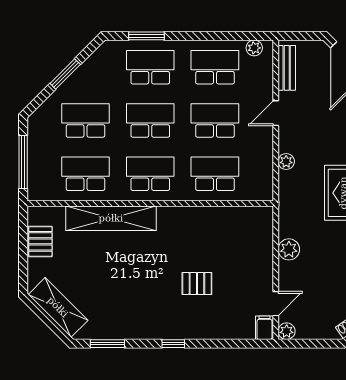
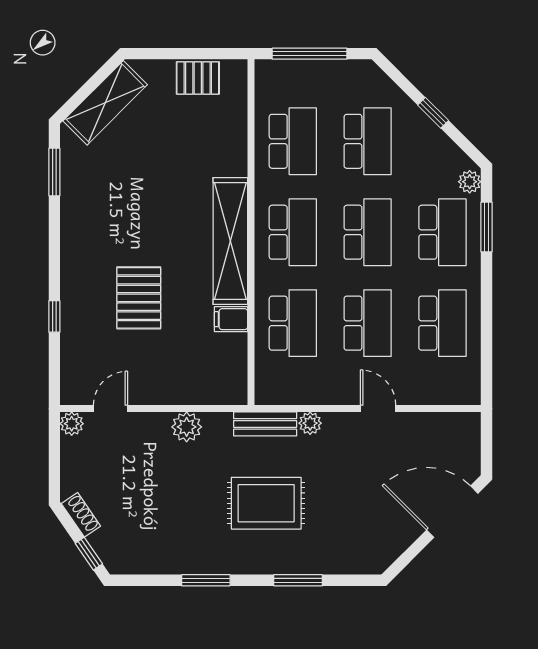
plant: (254, 48) -> (470, 182), moved
bench: (287, 68) -> (265, 424), moved
window: (65, 74) -> (433, 113), width x0.67
shelving: (111, 218) -> (230, 241), moved
pallet: (197, 283) -> (139, 298), width x1.50, depth x1.42
door: (276, 304) -> (110, 409), swing flipped
filing cabinet: (265, 328) -> (231, 319), moved, turned 180
window: (173, 344) -> (54, 316), moved

